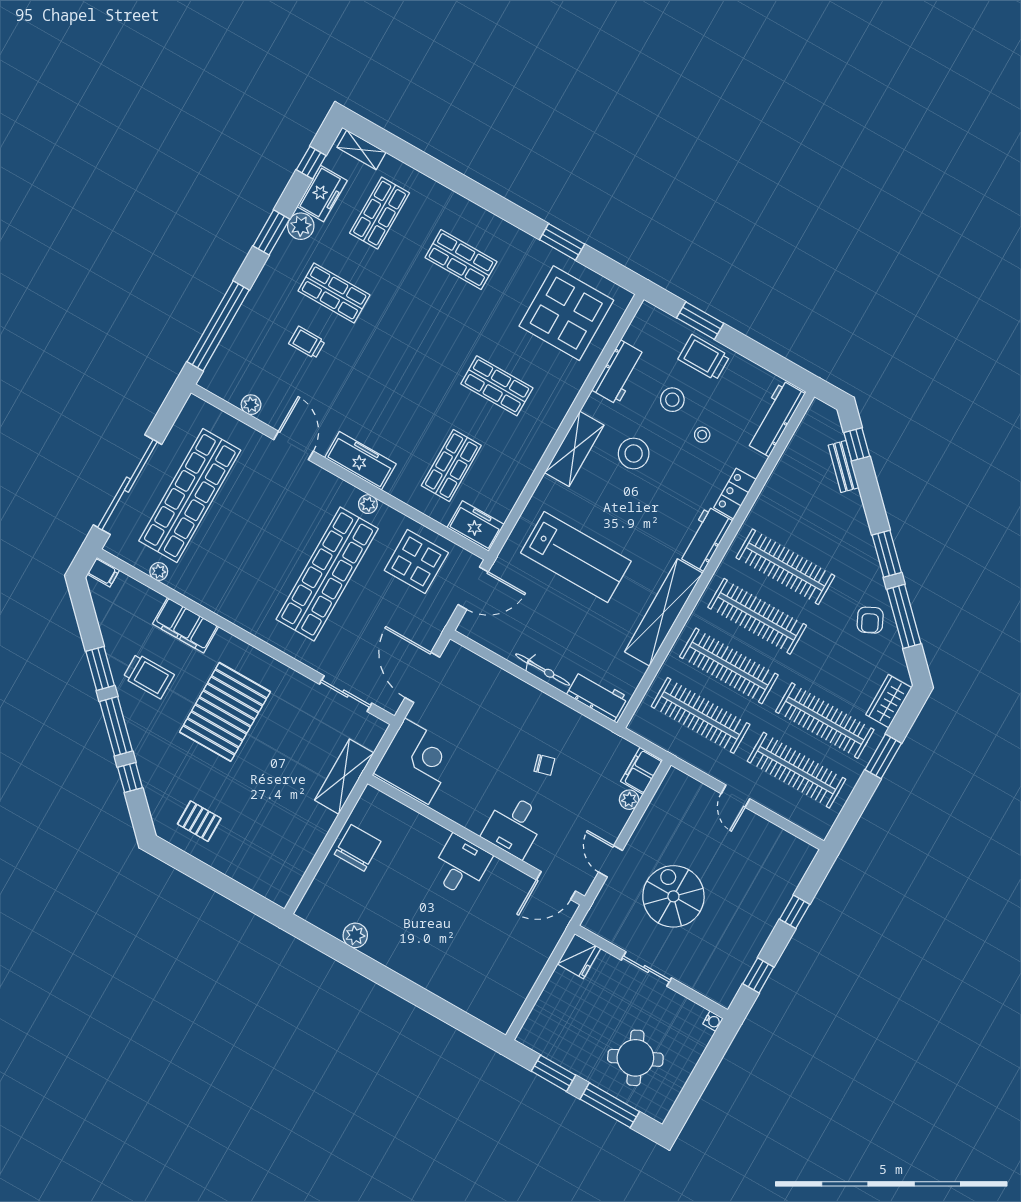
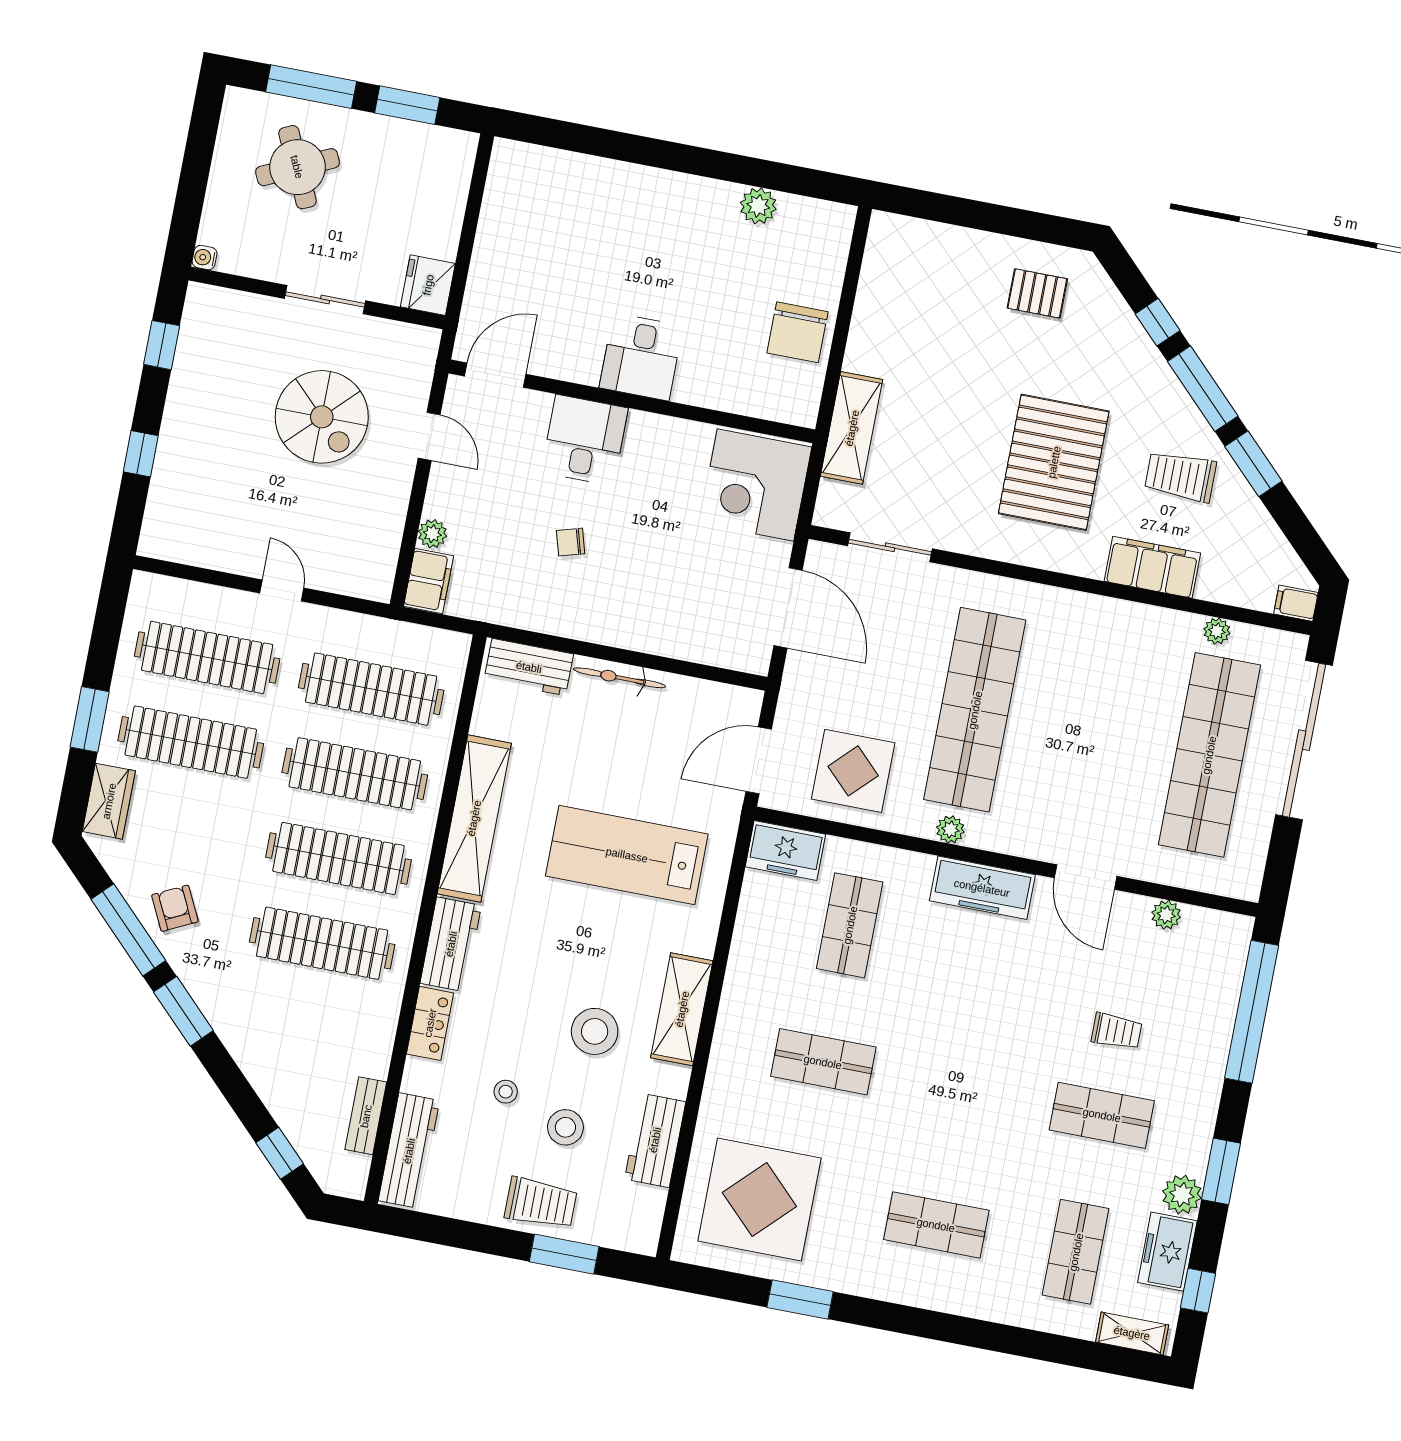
bench: (844, 466) -> (366, 1116), moved, turned 45

